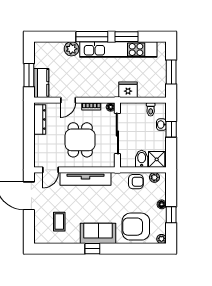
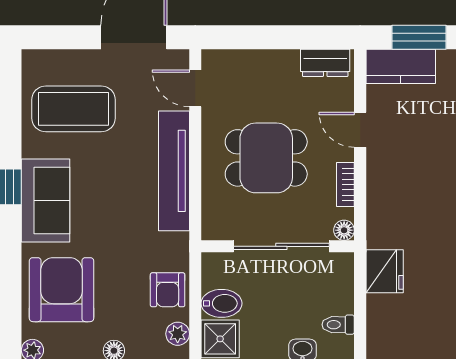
dresser: (40, 119) -> (325, 63), width x0.70
coffee table: (59, 222) -> (73, 109), width x1.86, depth x1.72

